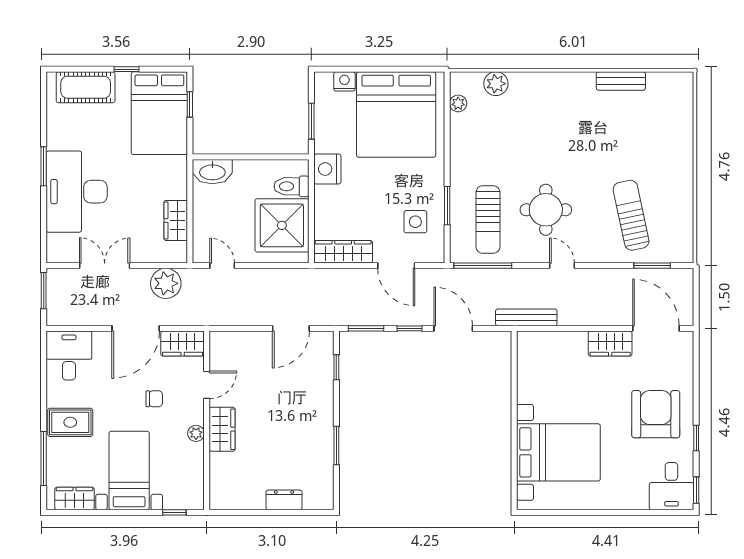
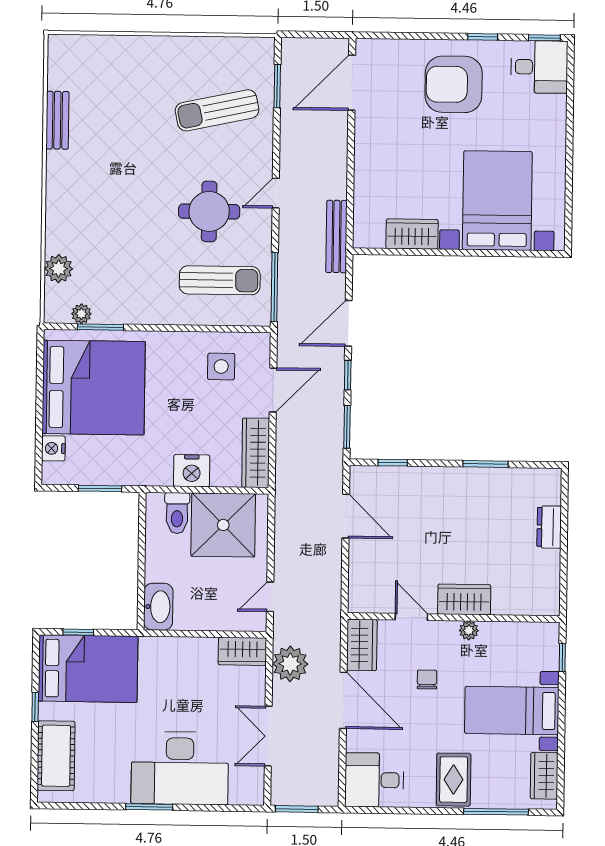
nightstand: (327, 169) -> (192, 471), moved
window: (447, 206) -> (100, 327), moved
wardrobe: (176, 220) -> (242, 651), moved
wardrobe: (610, 344) -> (412, 234), moved, turned -90

